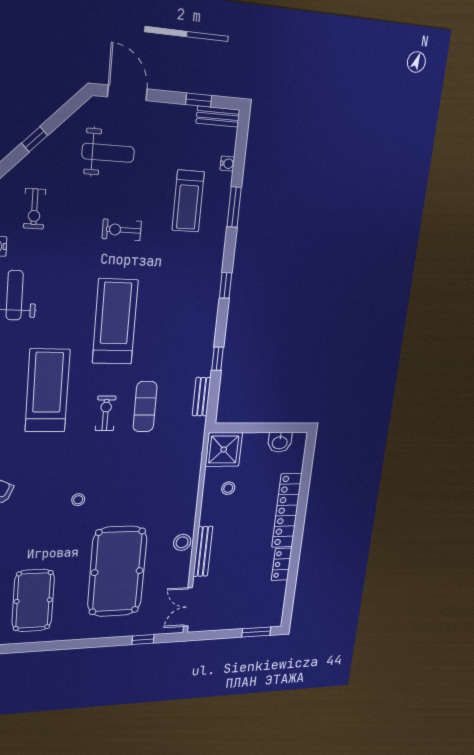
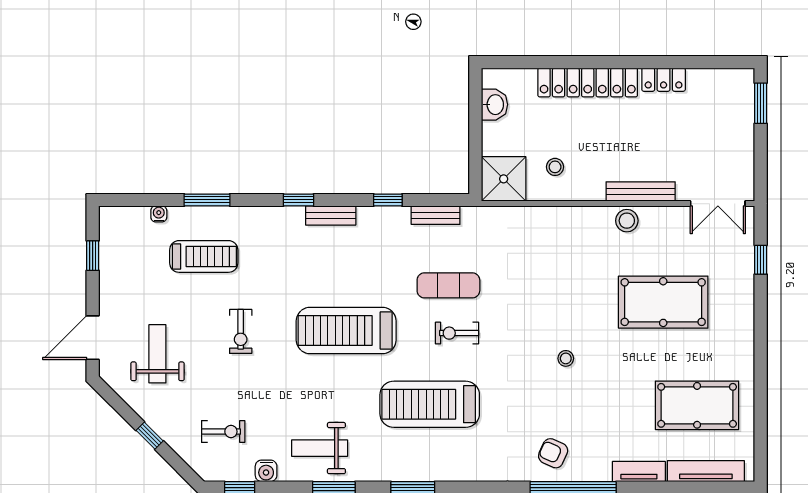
bench: (218, 116) -> (331, 215), moved, turned 90
pool table: (117, 572) -> (663, 302), width x0.73, depth x0.76

